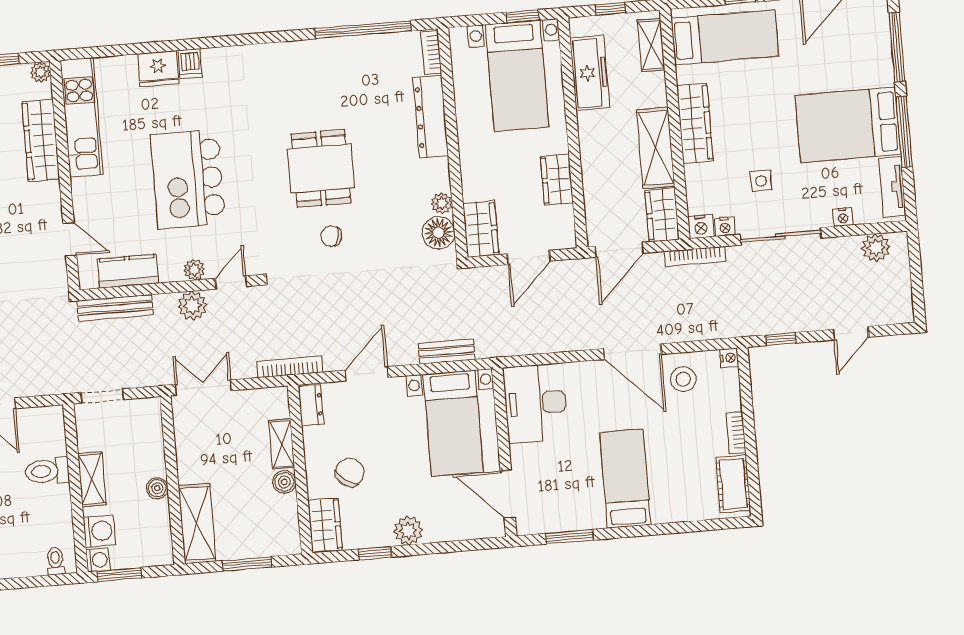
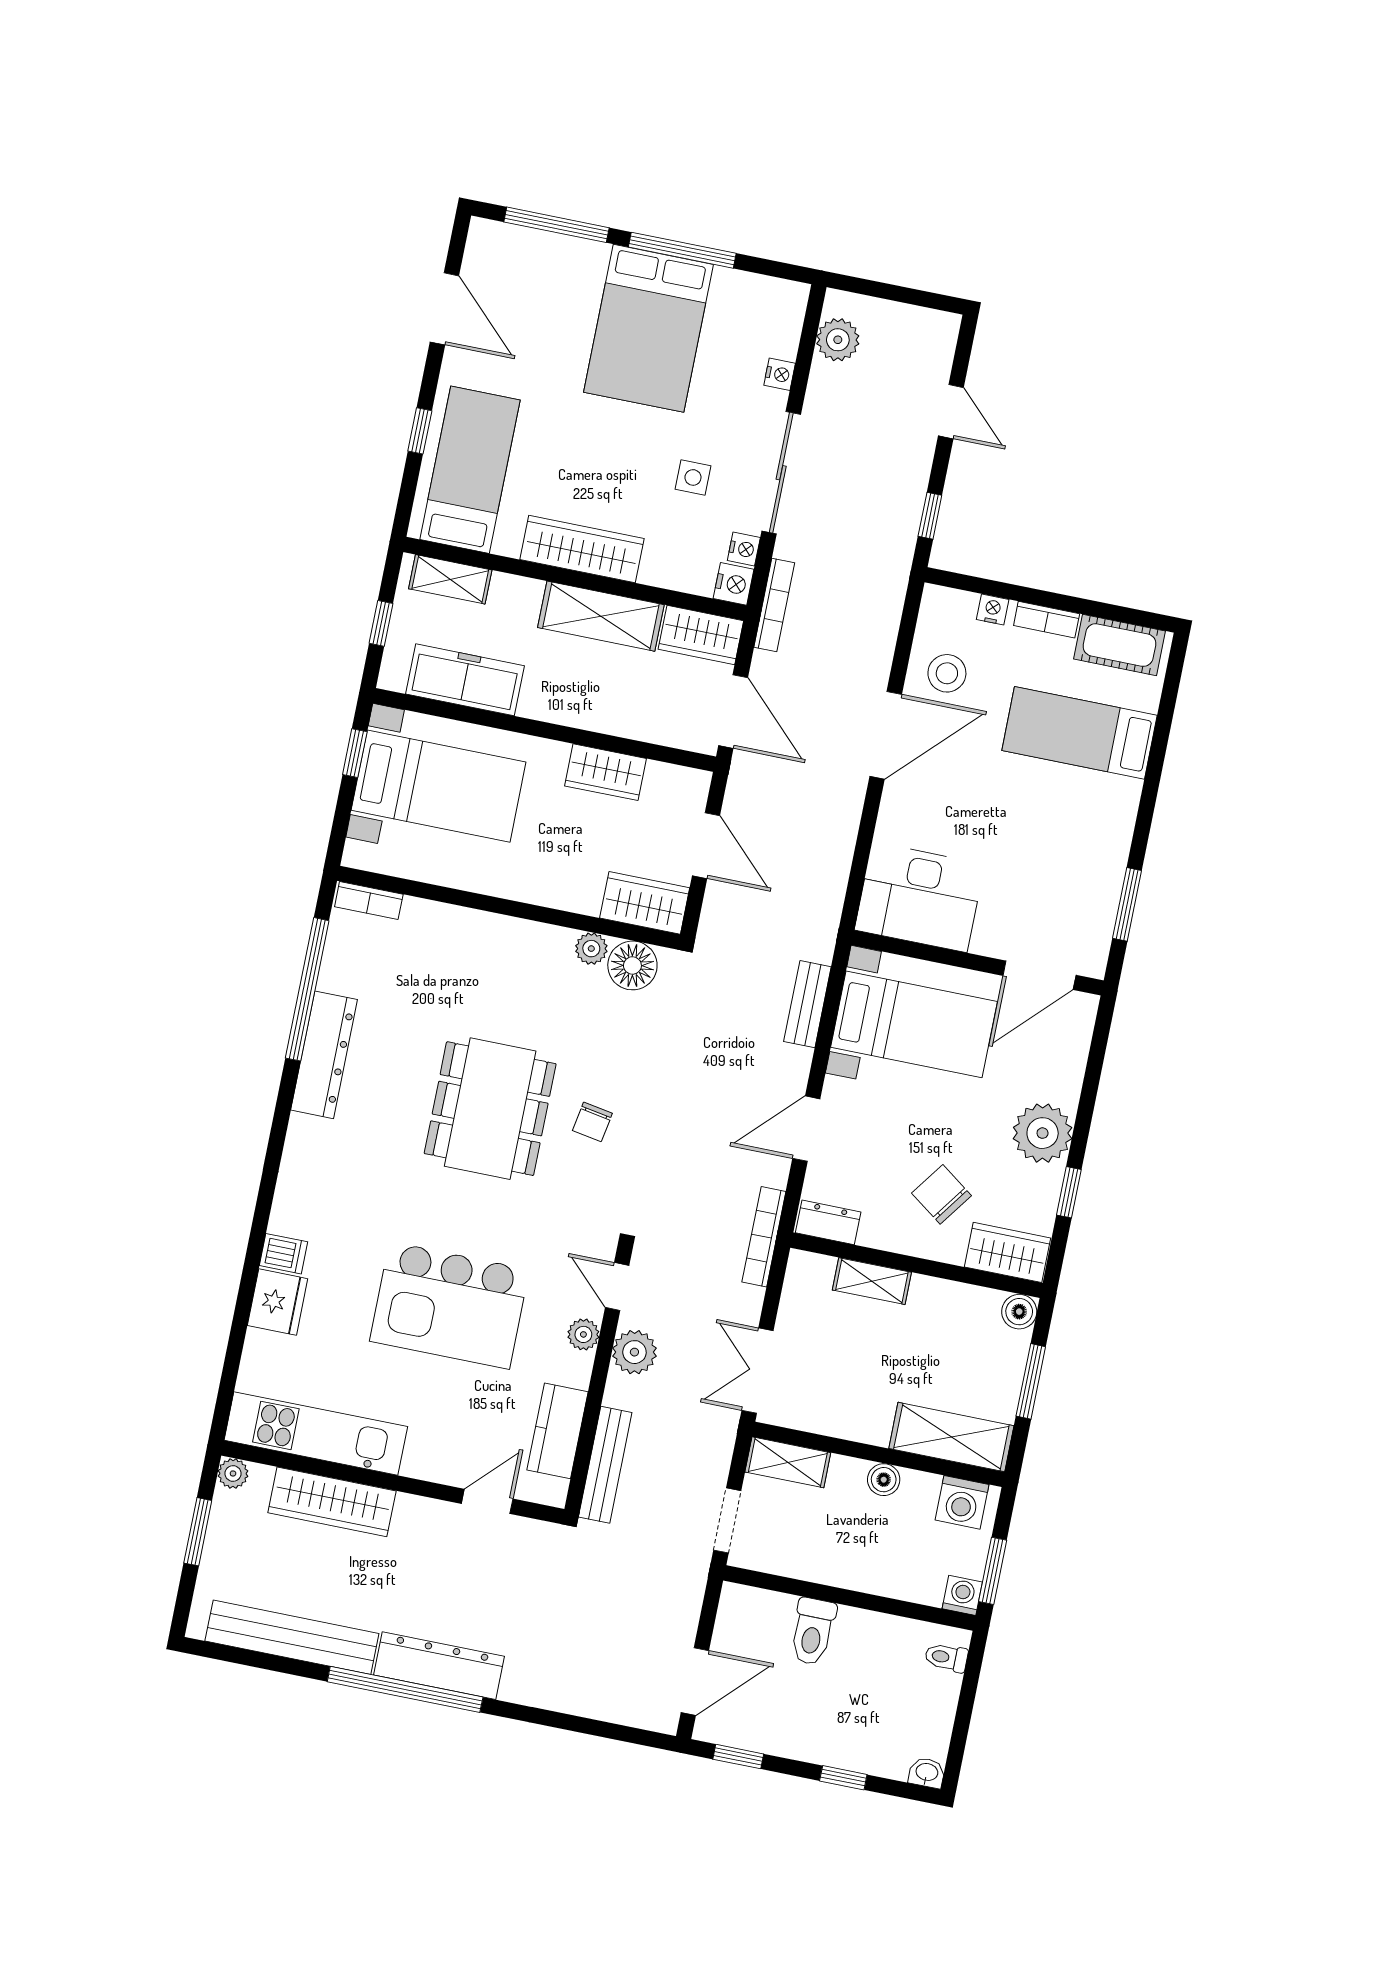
dresser: (431, 117) -> (324, 1055), moved, turned -90
dining table: (321, 168) -> (490, 1109), width x1.38
tv unit: (892, 187) -> (757, 290), removed
nightstand: (729, 358) -> (993, 609), moved
door: (367, 374) -> (806, 1129), hinge flipped
bed: (625, 478) -> (1080, 733), moved
shelving: (92, 479) -> (788, 1462), moved
boiler: (284, 482) -> (1019, 1312), moved
washing machine: (99, 531) -> (962, 1502), moved, turned 180
plant: (408, 531) -> (1043, 1133), width x1.36, depth x1.36

